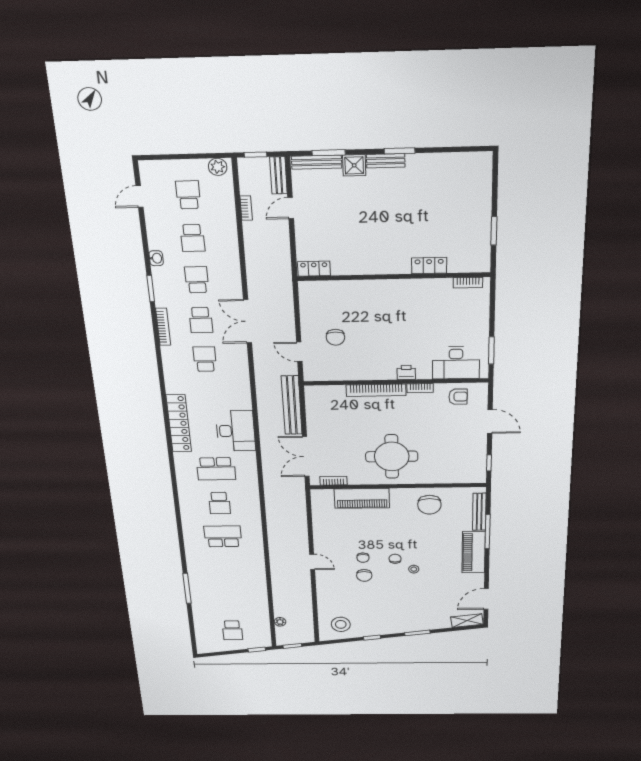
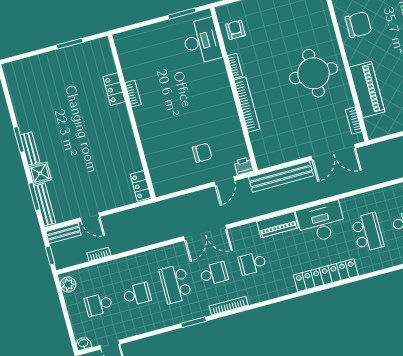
washbasin: (156, 258) -> (83, 343), moved
school desk: (197, 280) -> (175, 284), width x1.85
bookcase: (468, 283) -> (133, 94), moved
printer: (406, 372) -> (244, 166), moved, turned 90
piano: (241, 391) -> (277, 225), added

